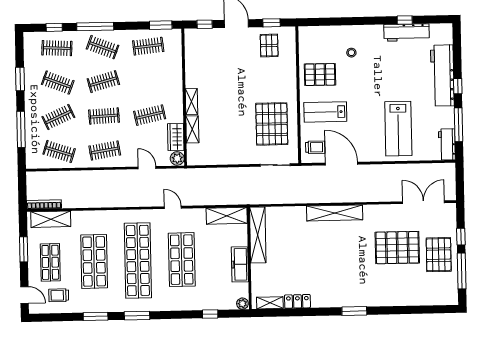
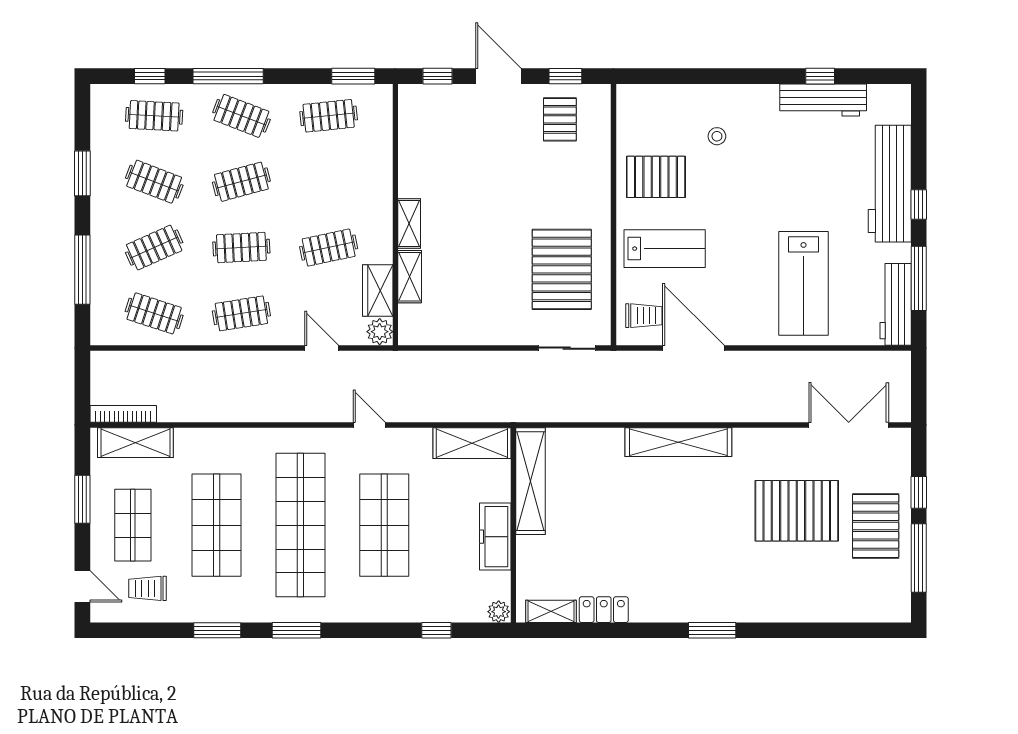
lab bench: (325, 112) -> (665, 249), turned 180
workbench: (447, 144) -> (896, 304), width x1.38

